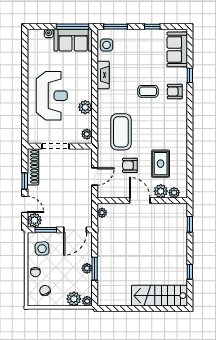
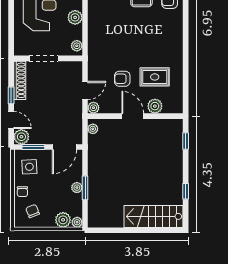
coffee table: (121, 132) -> (113, 43), removed
rug: (161, 164) -> (155, 77), turned 90
plant: (174, 193) -> (93, 108), moved

